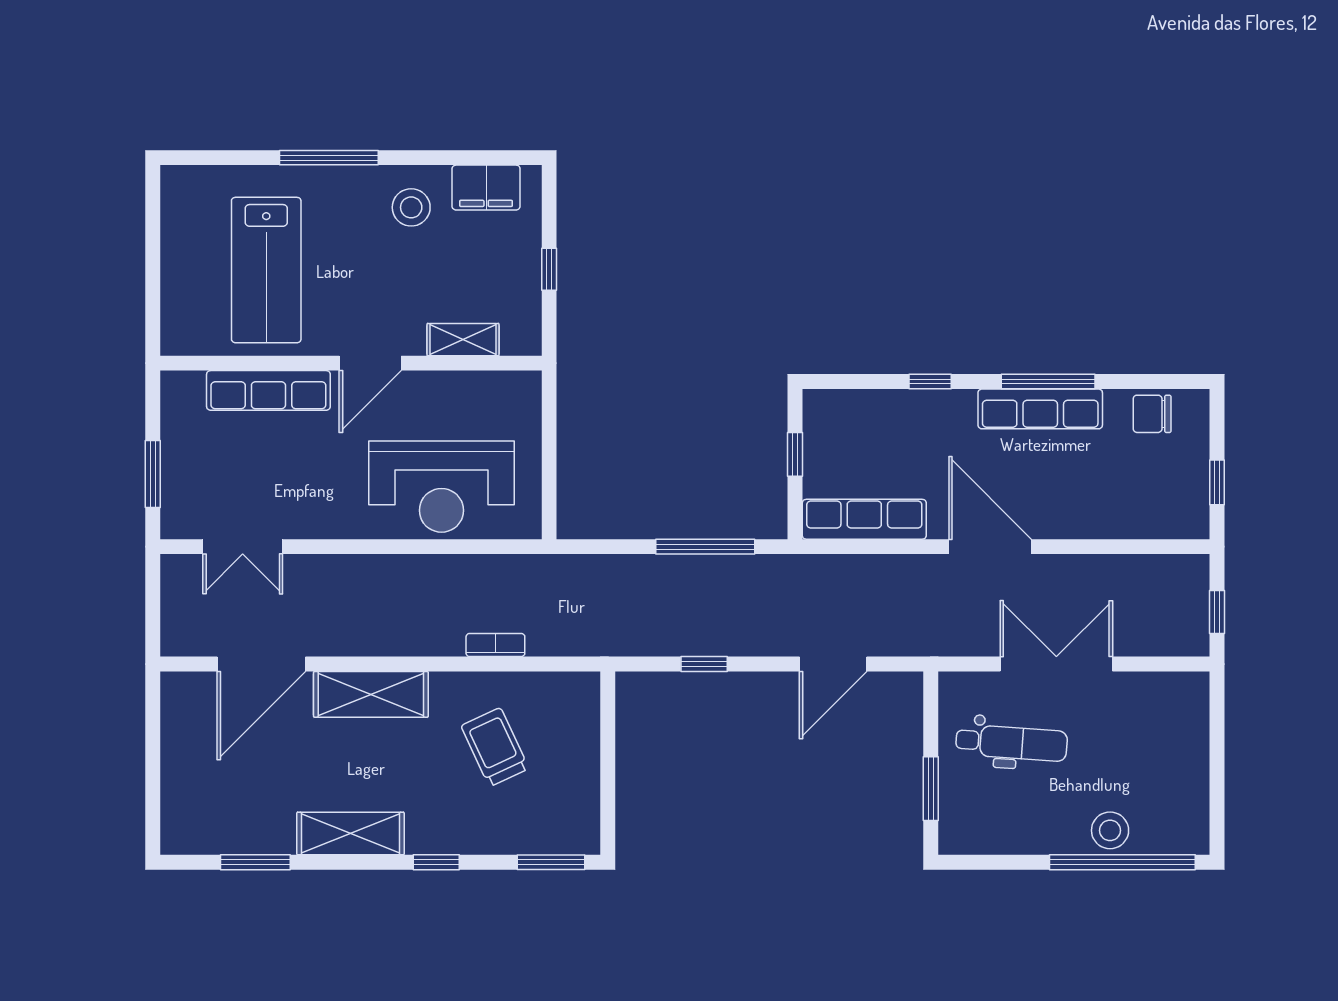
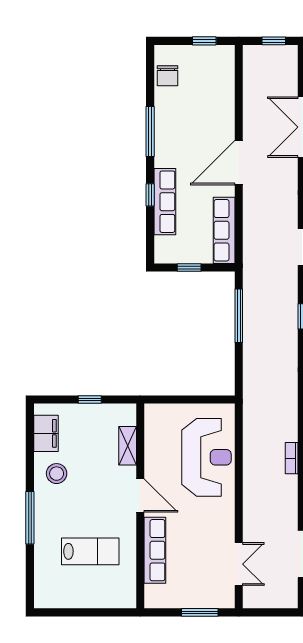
lab bench: (266, 270) -> (90, 551), width x0.73, depth x0.72
row of seats: (1040, 409) -> (165, 202), moved
bookcase: (495, 645) -> (292, 458), moved

